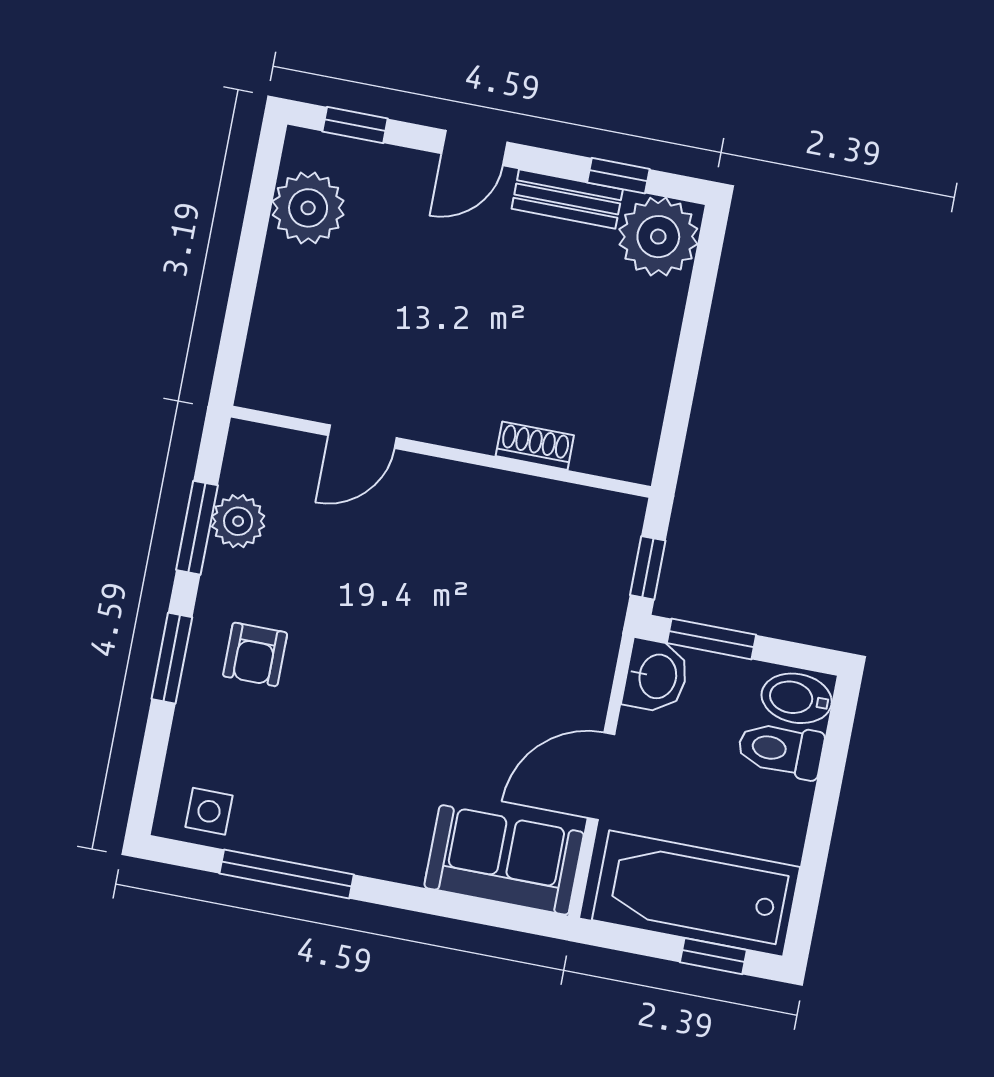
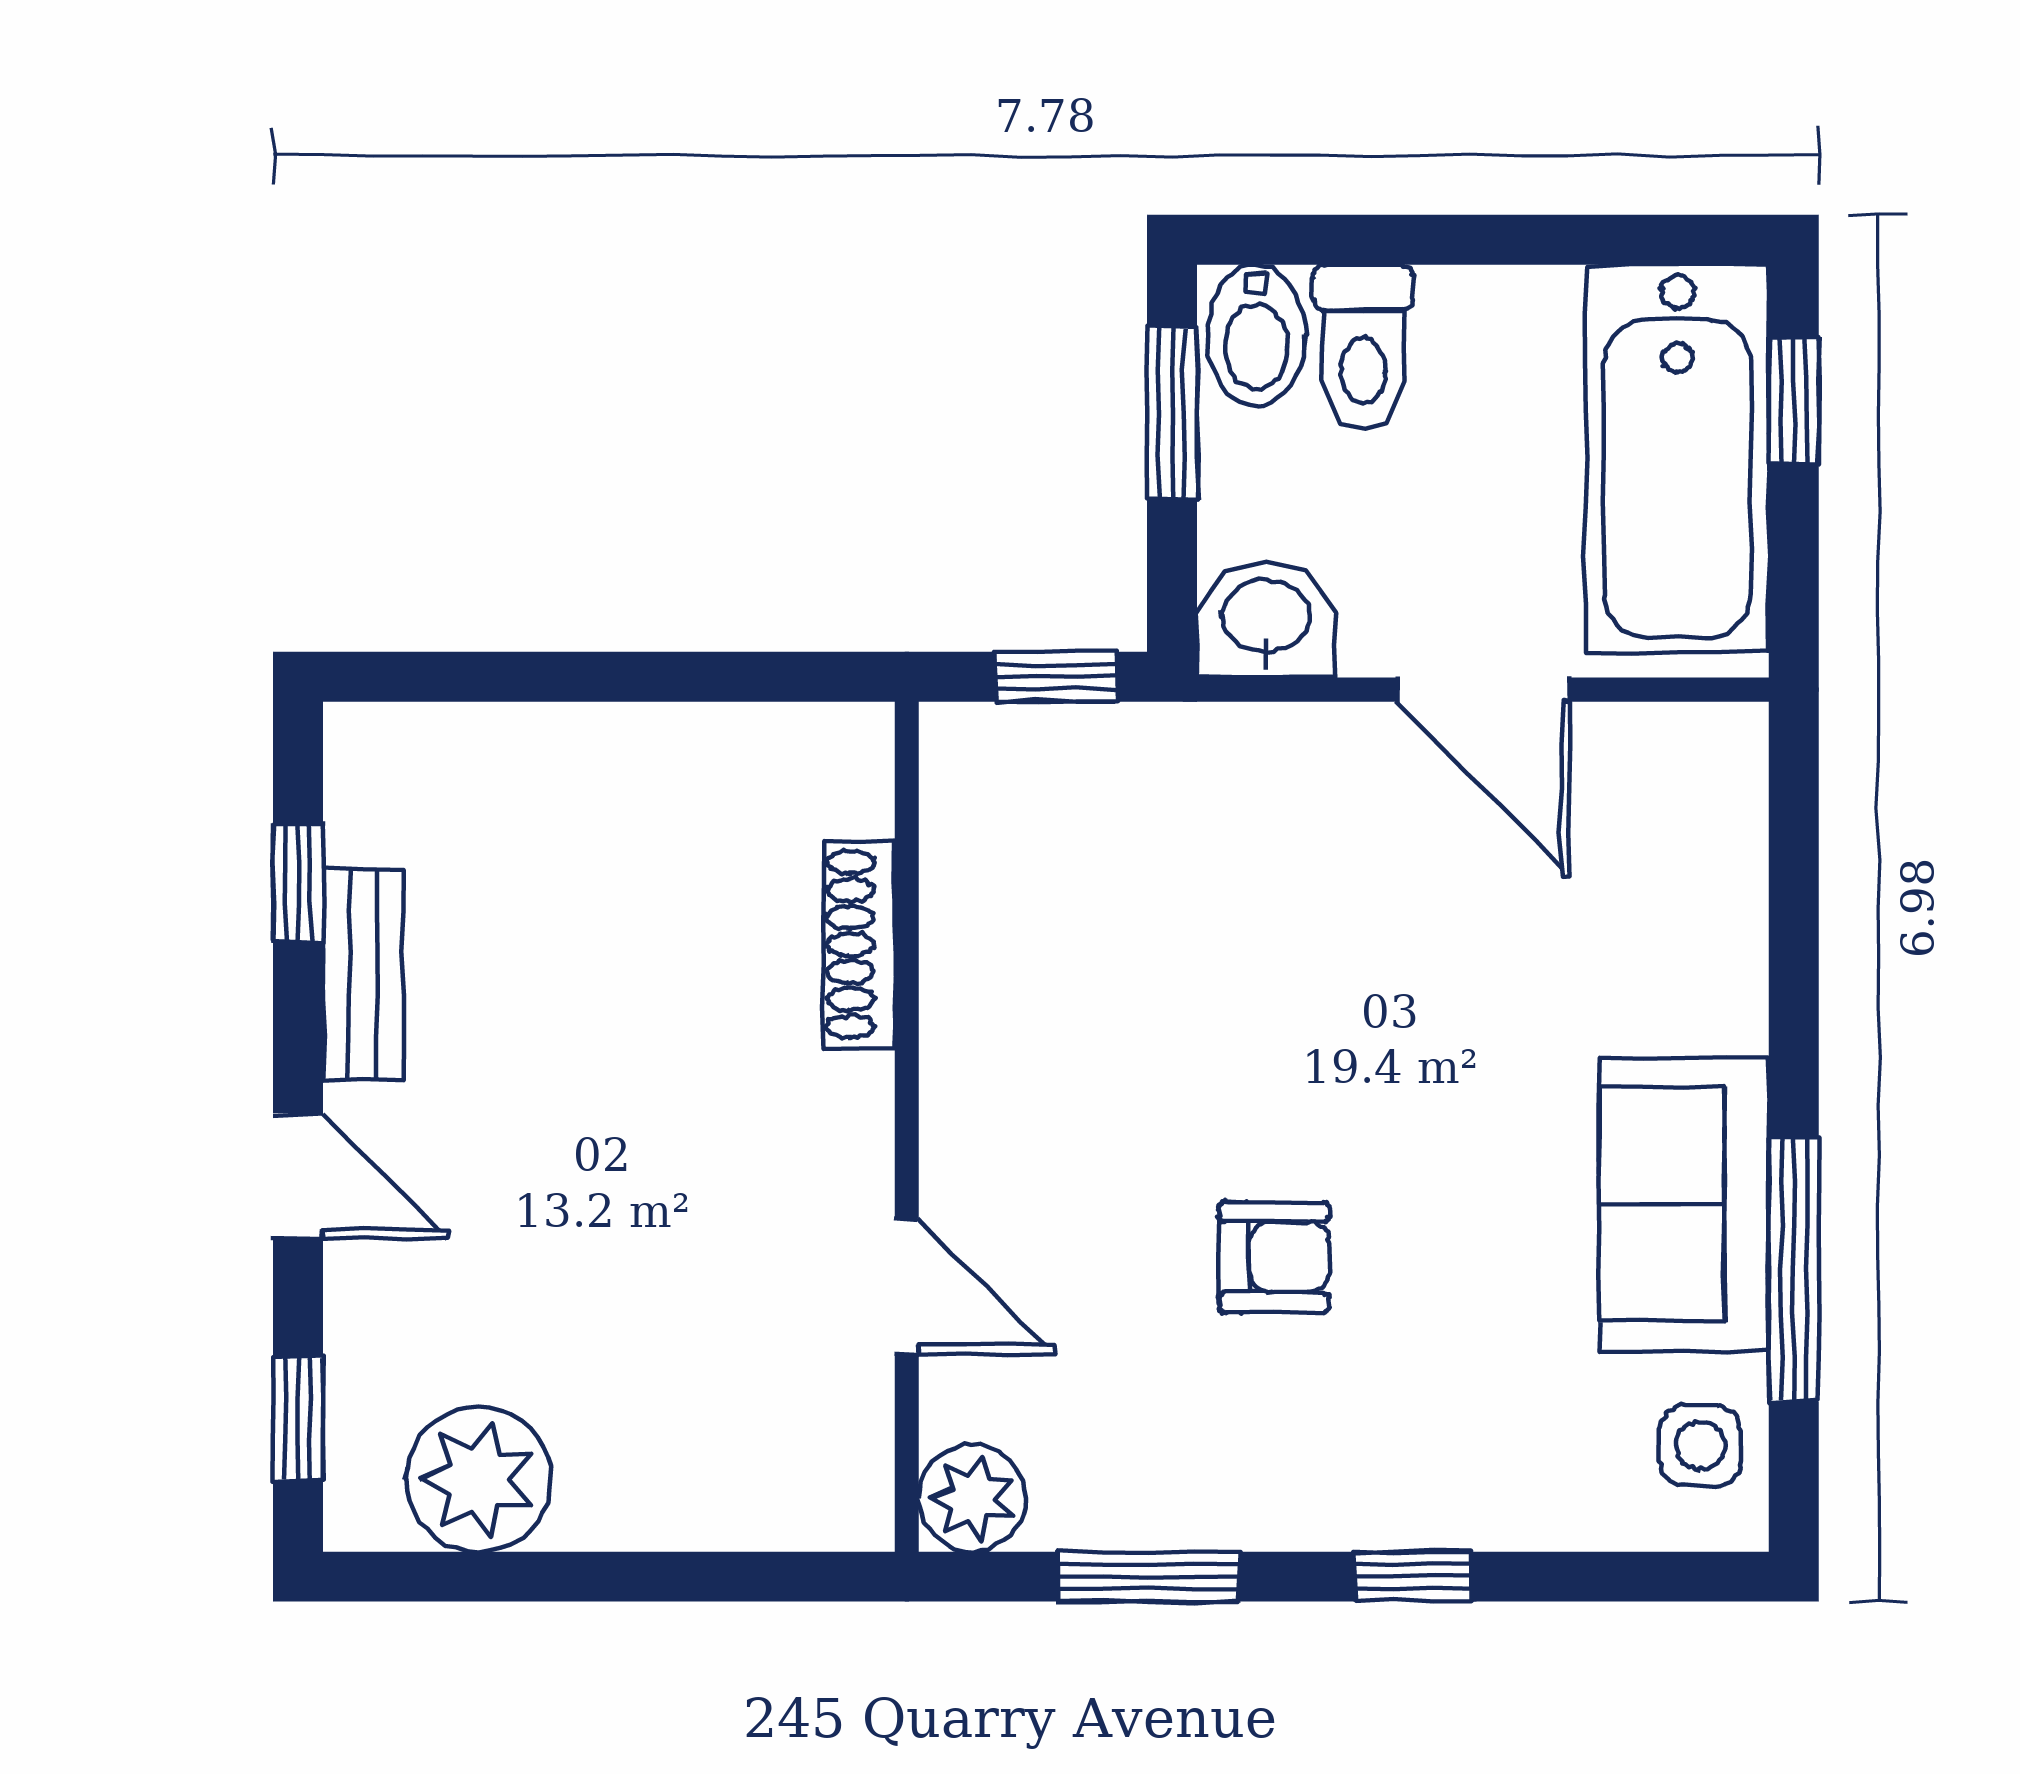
plant: (658, 237) -> (402, 781), removed
shoe rack: (535, 446) -> (859, 945), width x1.43
plant: (238, 521) -> (972, 1498), moved
window: (712, 639) -> (1172, 413), moved
armchair: (255, 654) -> (1274, 1257), moved
window: (172, 658) -> (1413, 1577), width x0.67
sofa: (504, 860) -> (1684, 1205), moved

